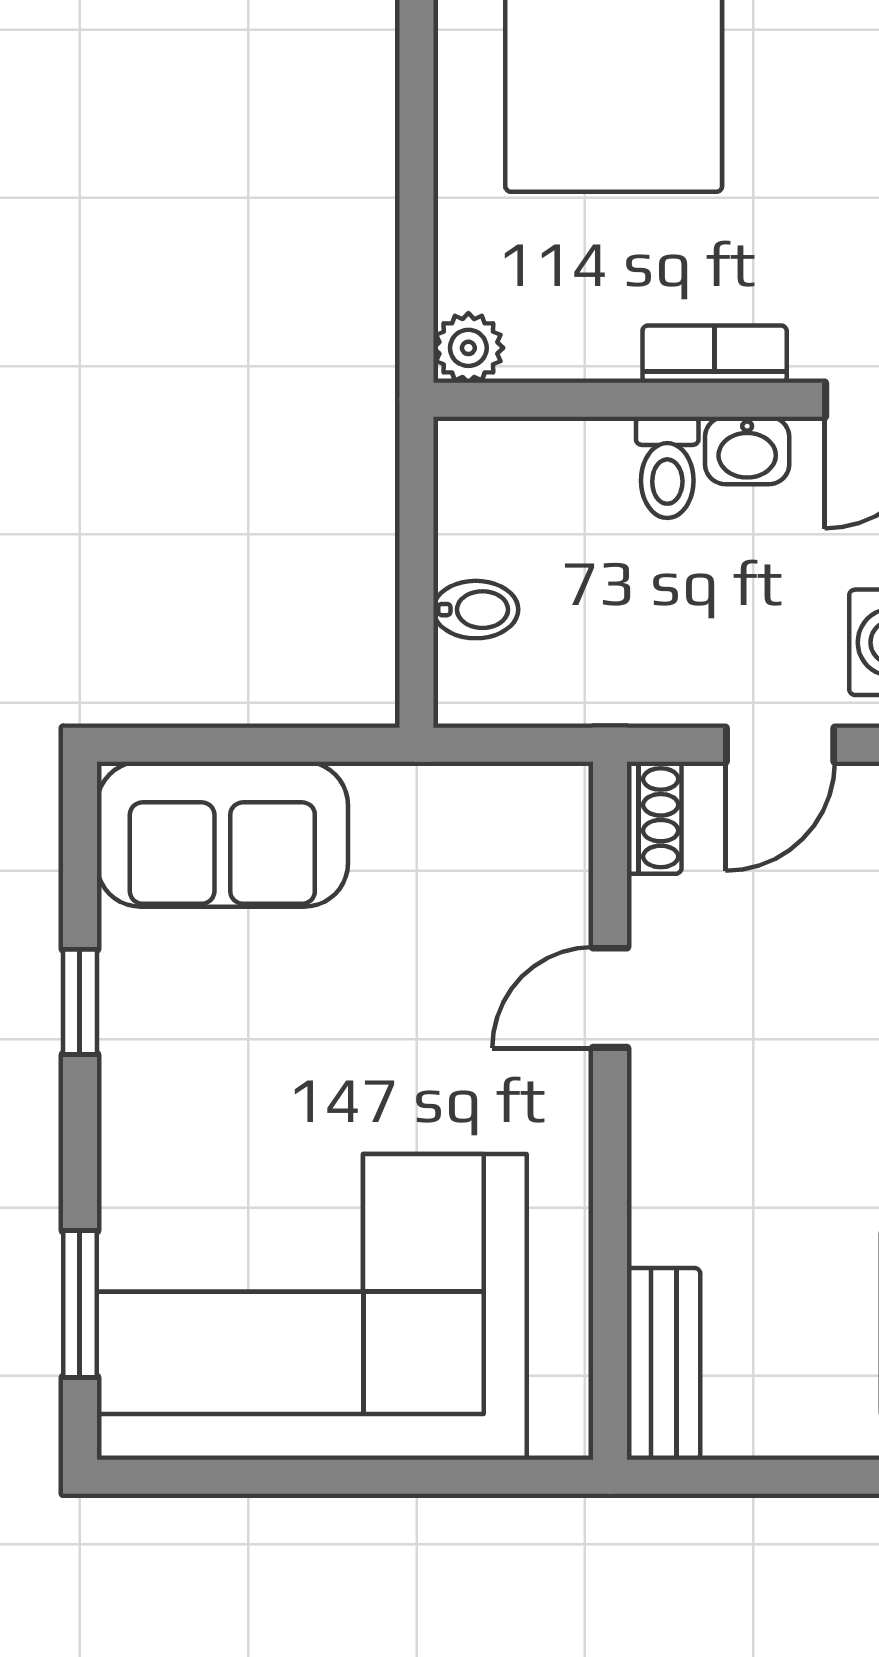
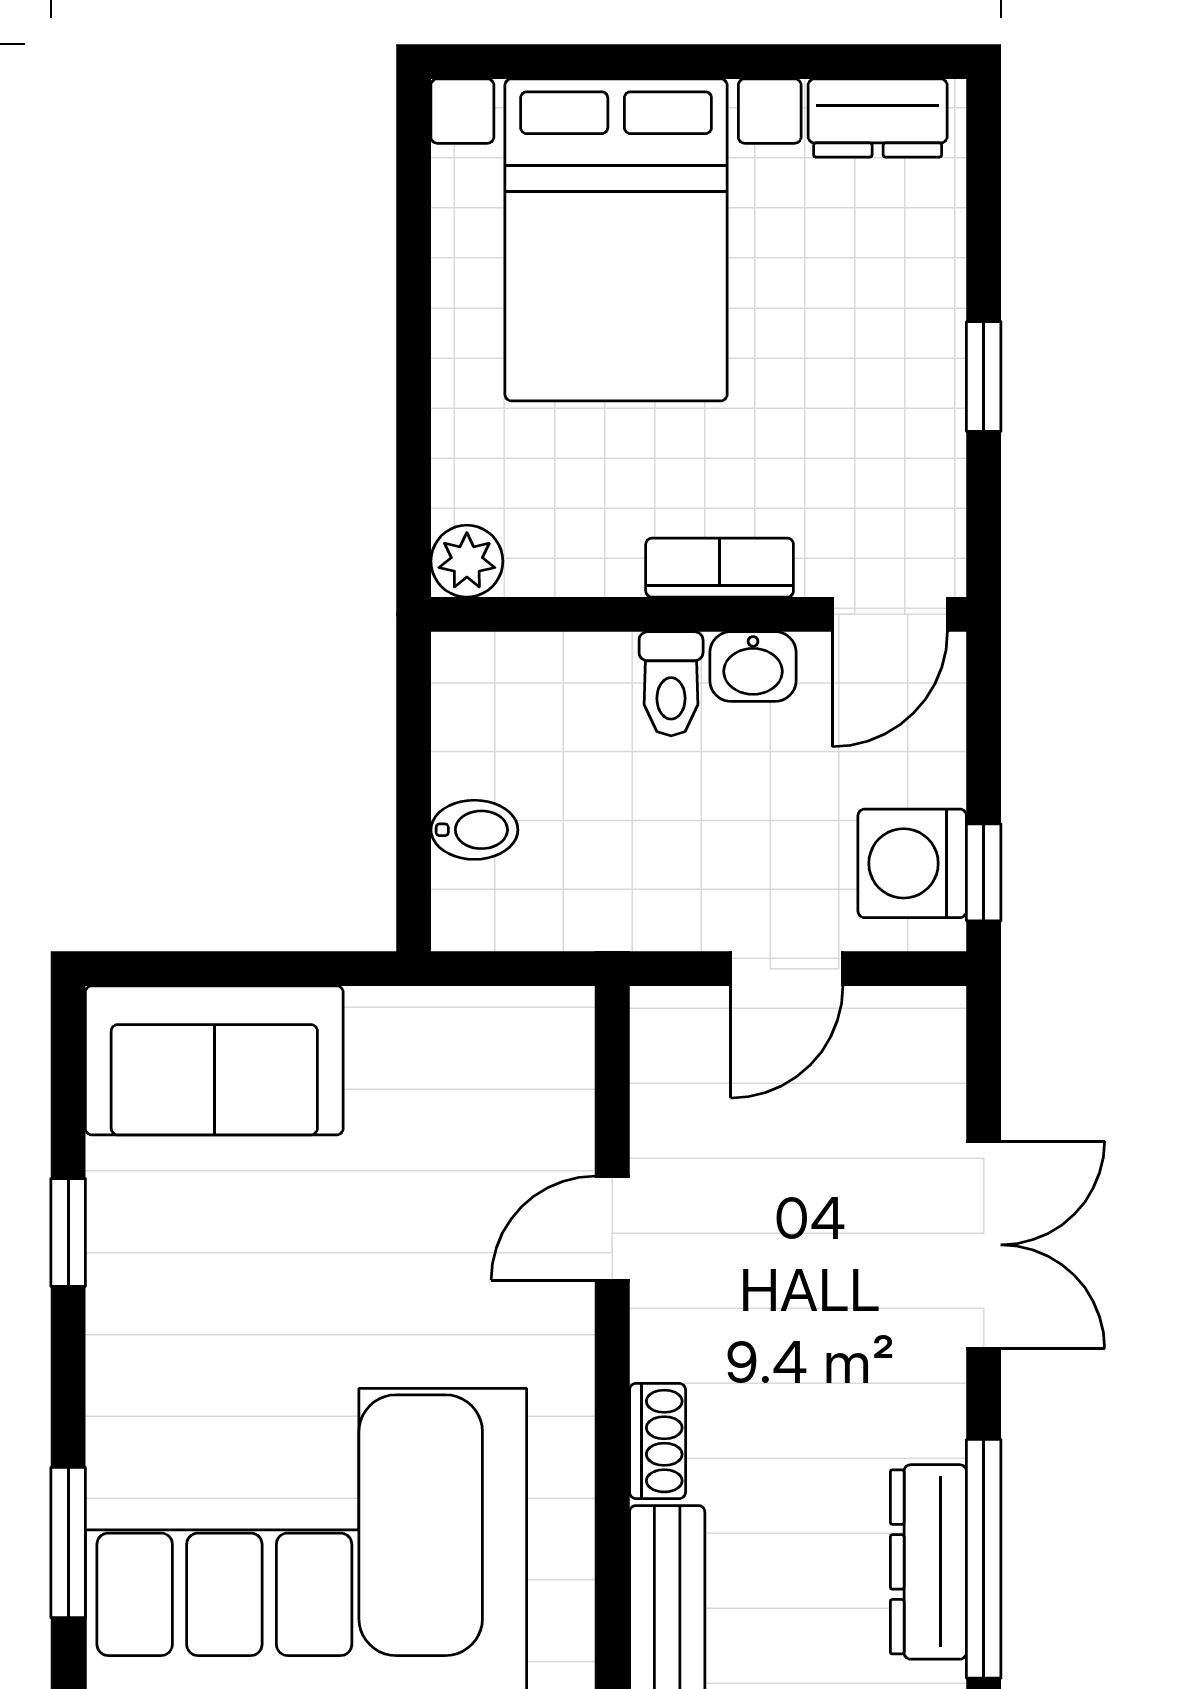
shoe rack: (654, 818) -> (658, 1441), moved

